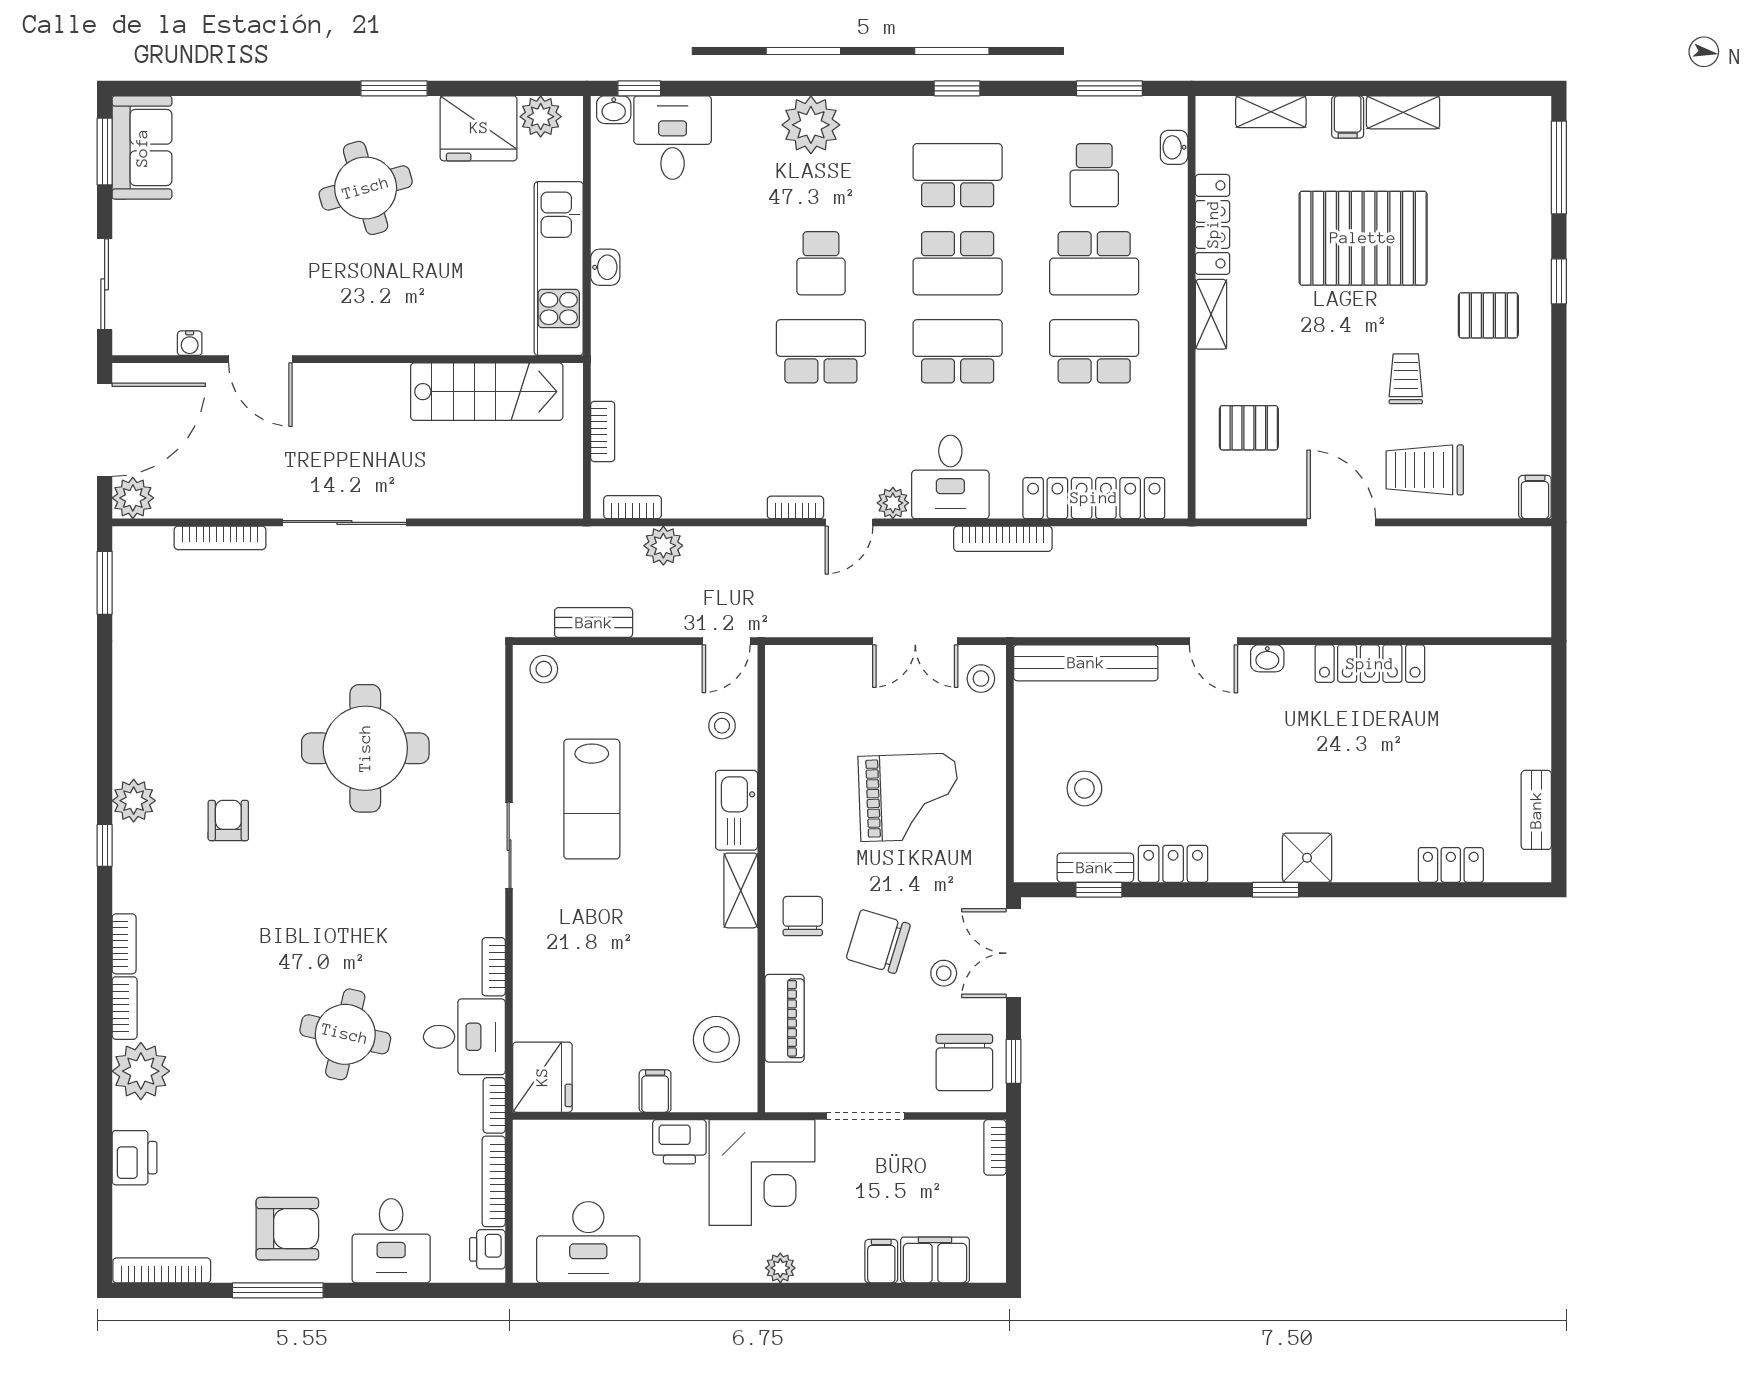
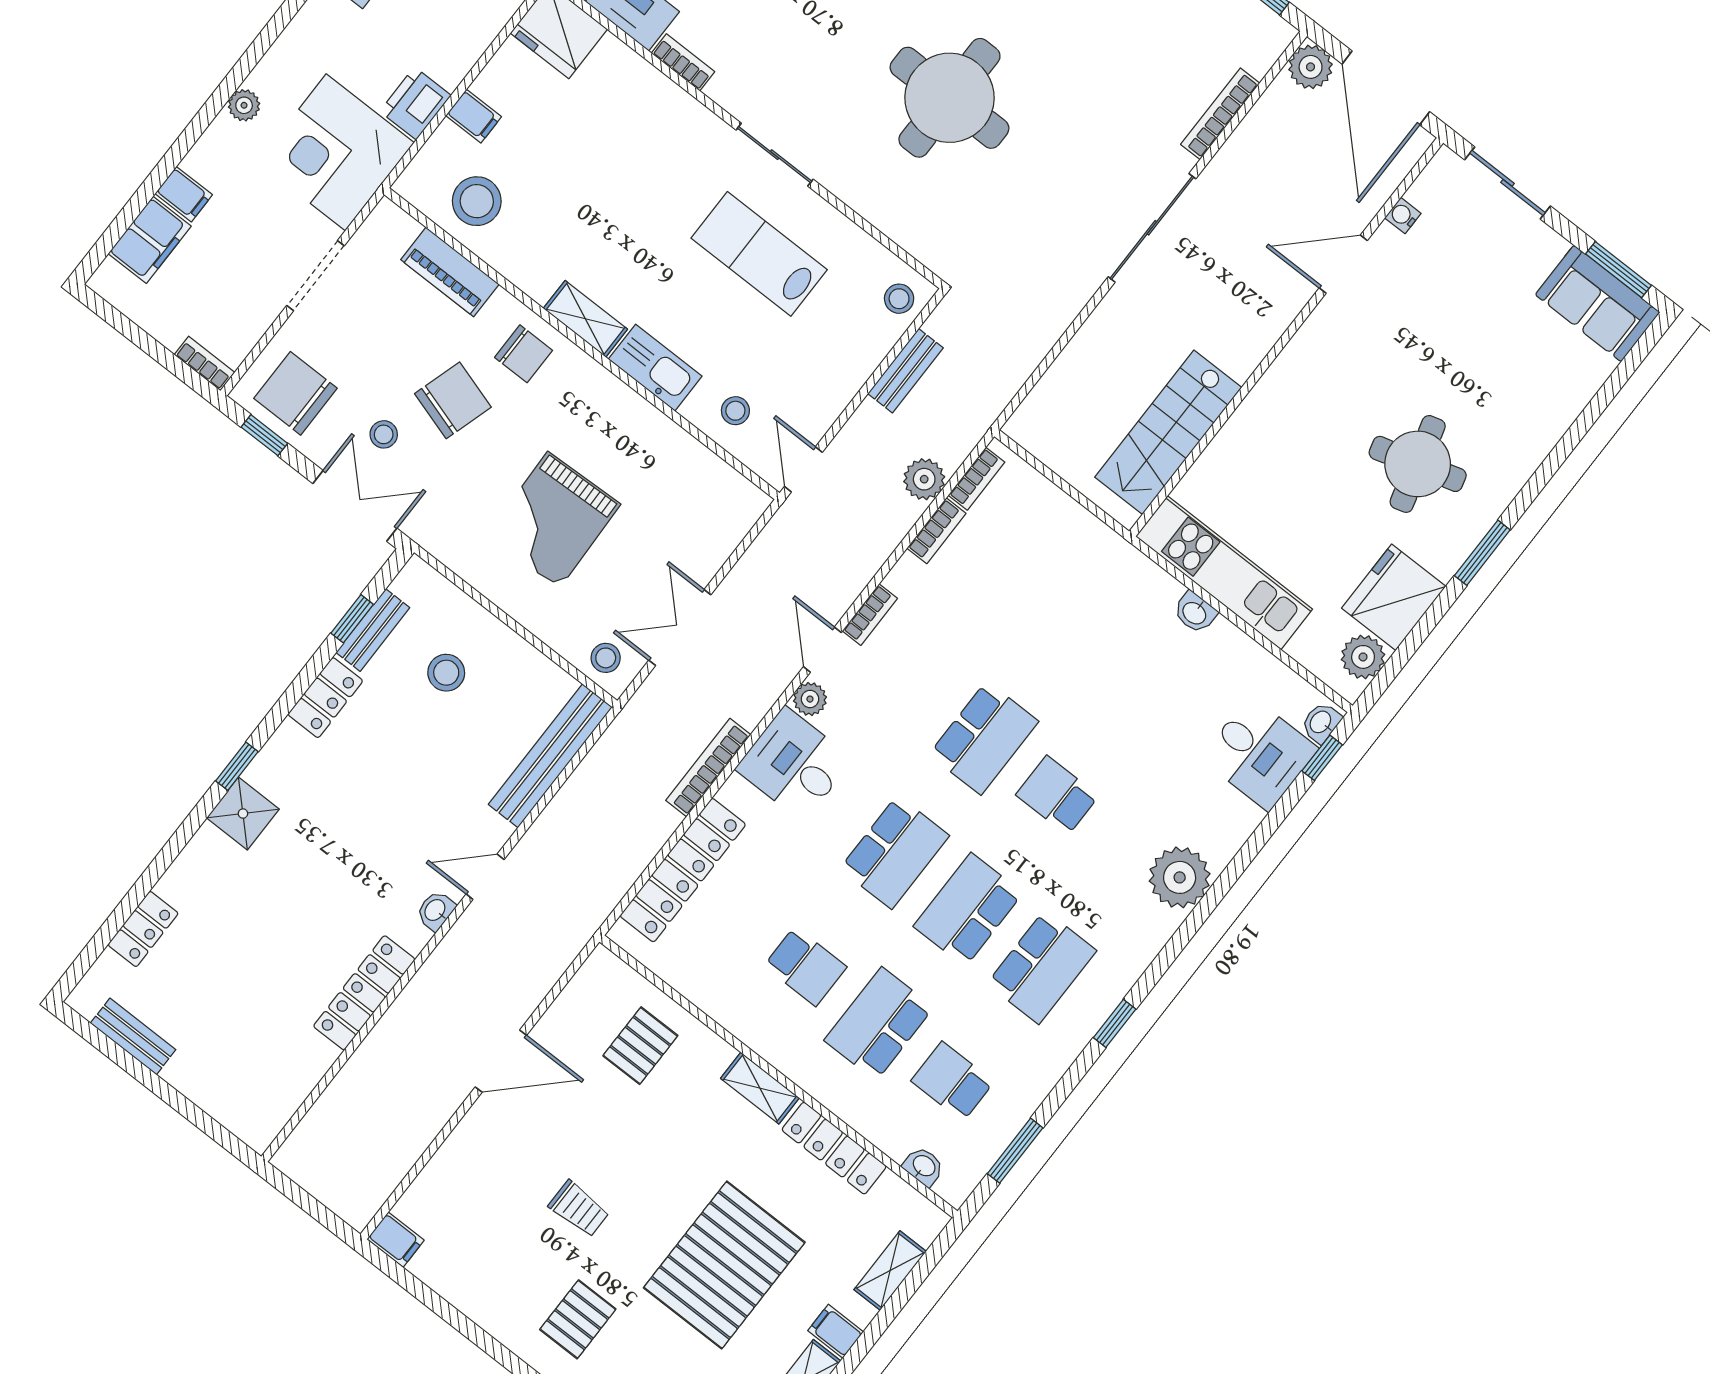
school desk: (1094, 351) -> (805, 966), width x0.54
bookcase: (603, 431) -> (936, 531), moved, turned -90
trolley: (1425, 470) -> (490, 1165), removed

